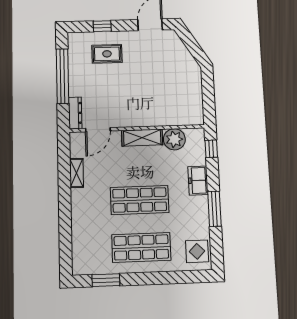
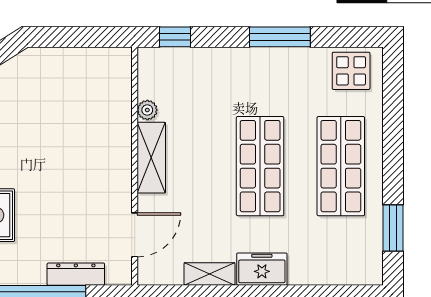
dresser: (75, 113) -> (76, 274), moved
door: (98, 130) -> (135, 235), hinge flipped
plant: (174, 139) -> (147, 110), width x0.53, depth x0.53
freezer: (198, 180) -> (262, 269), moved, turned 180

